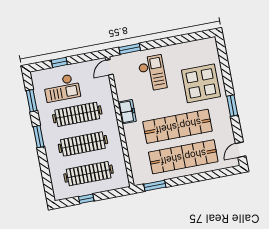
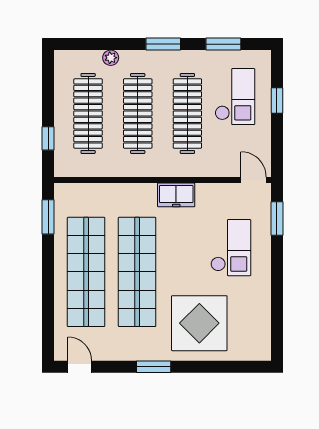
checkout: (152, 73) -> (231, 248), turned -90
checkout: (62, 88) -> (235, 97), turned 180
plant: (53, 166) -> (111, 58), added
window: (86, 199) -> (48, 138), moved

